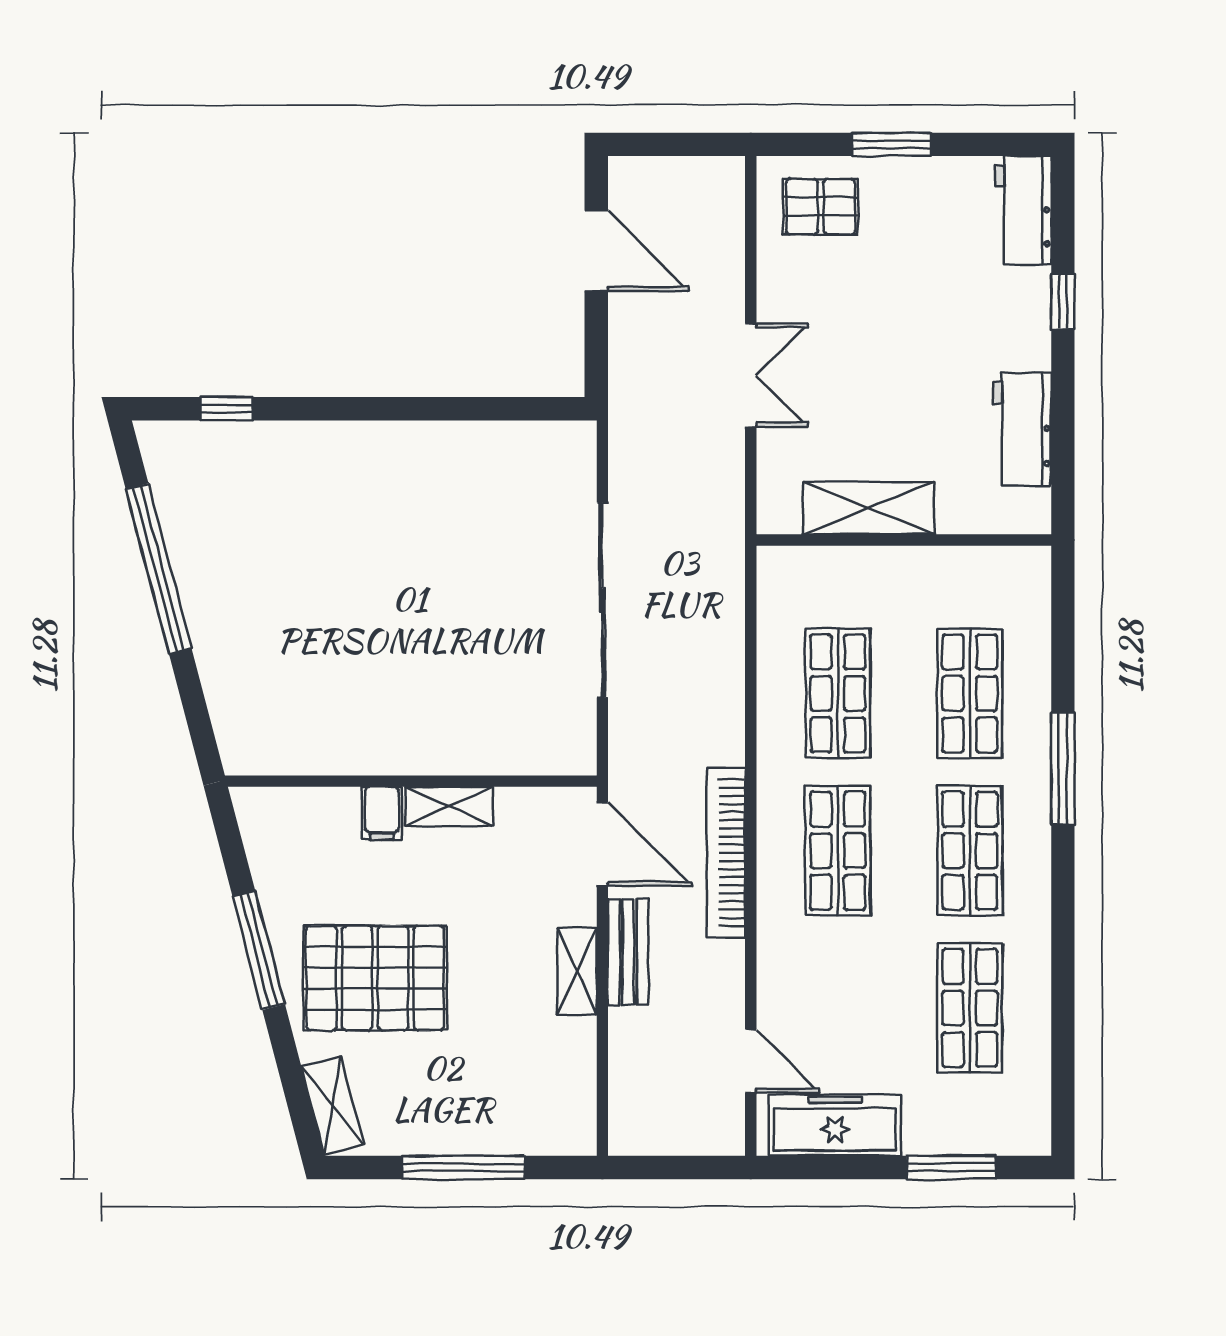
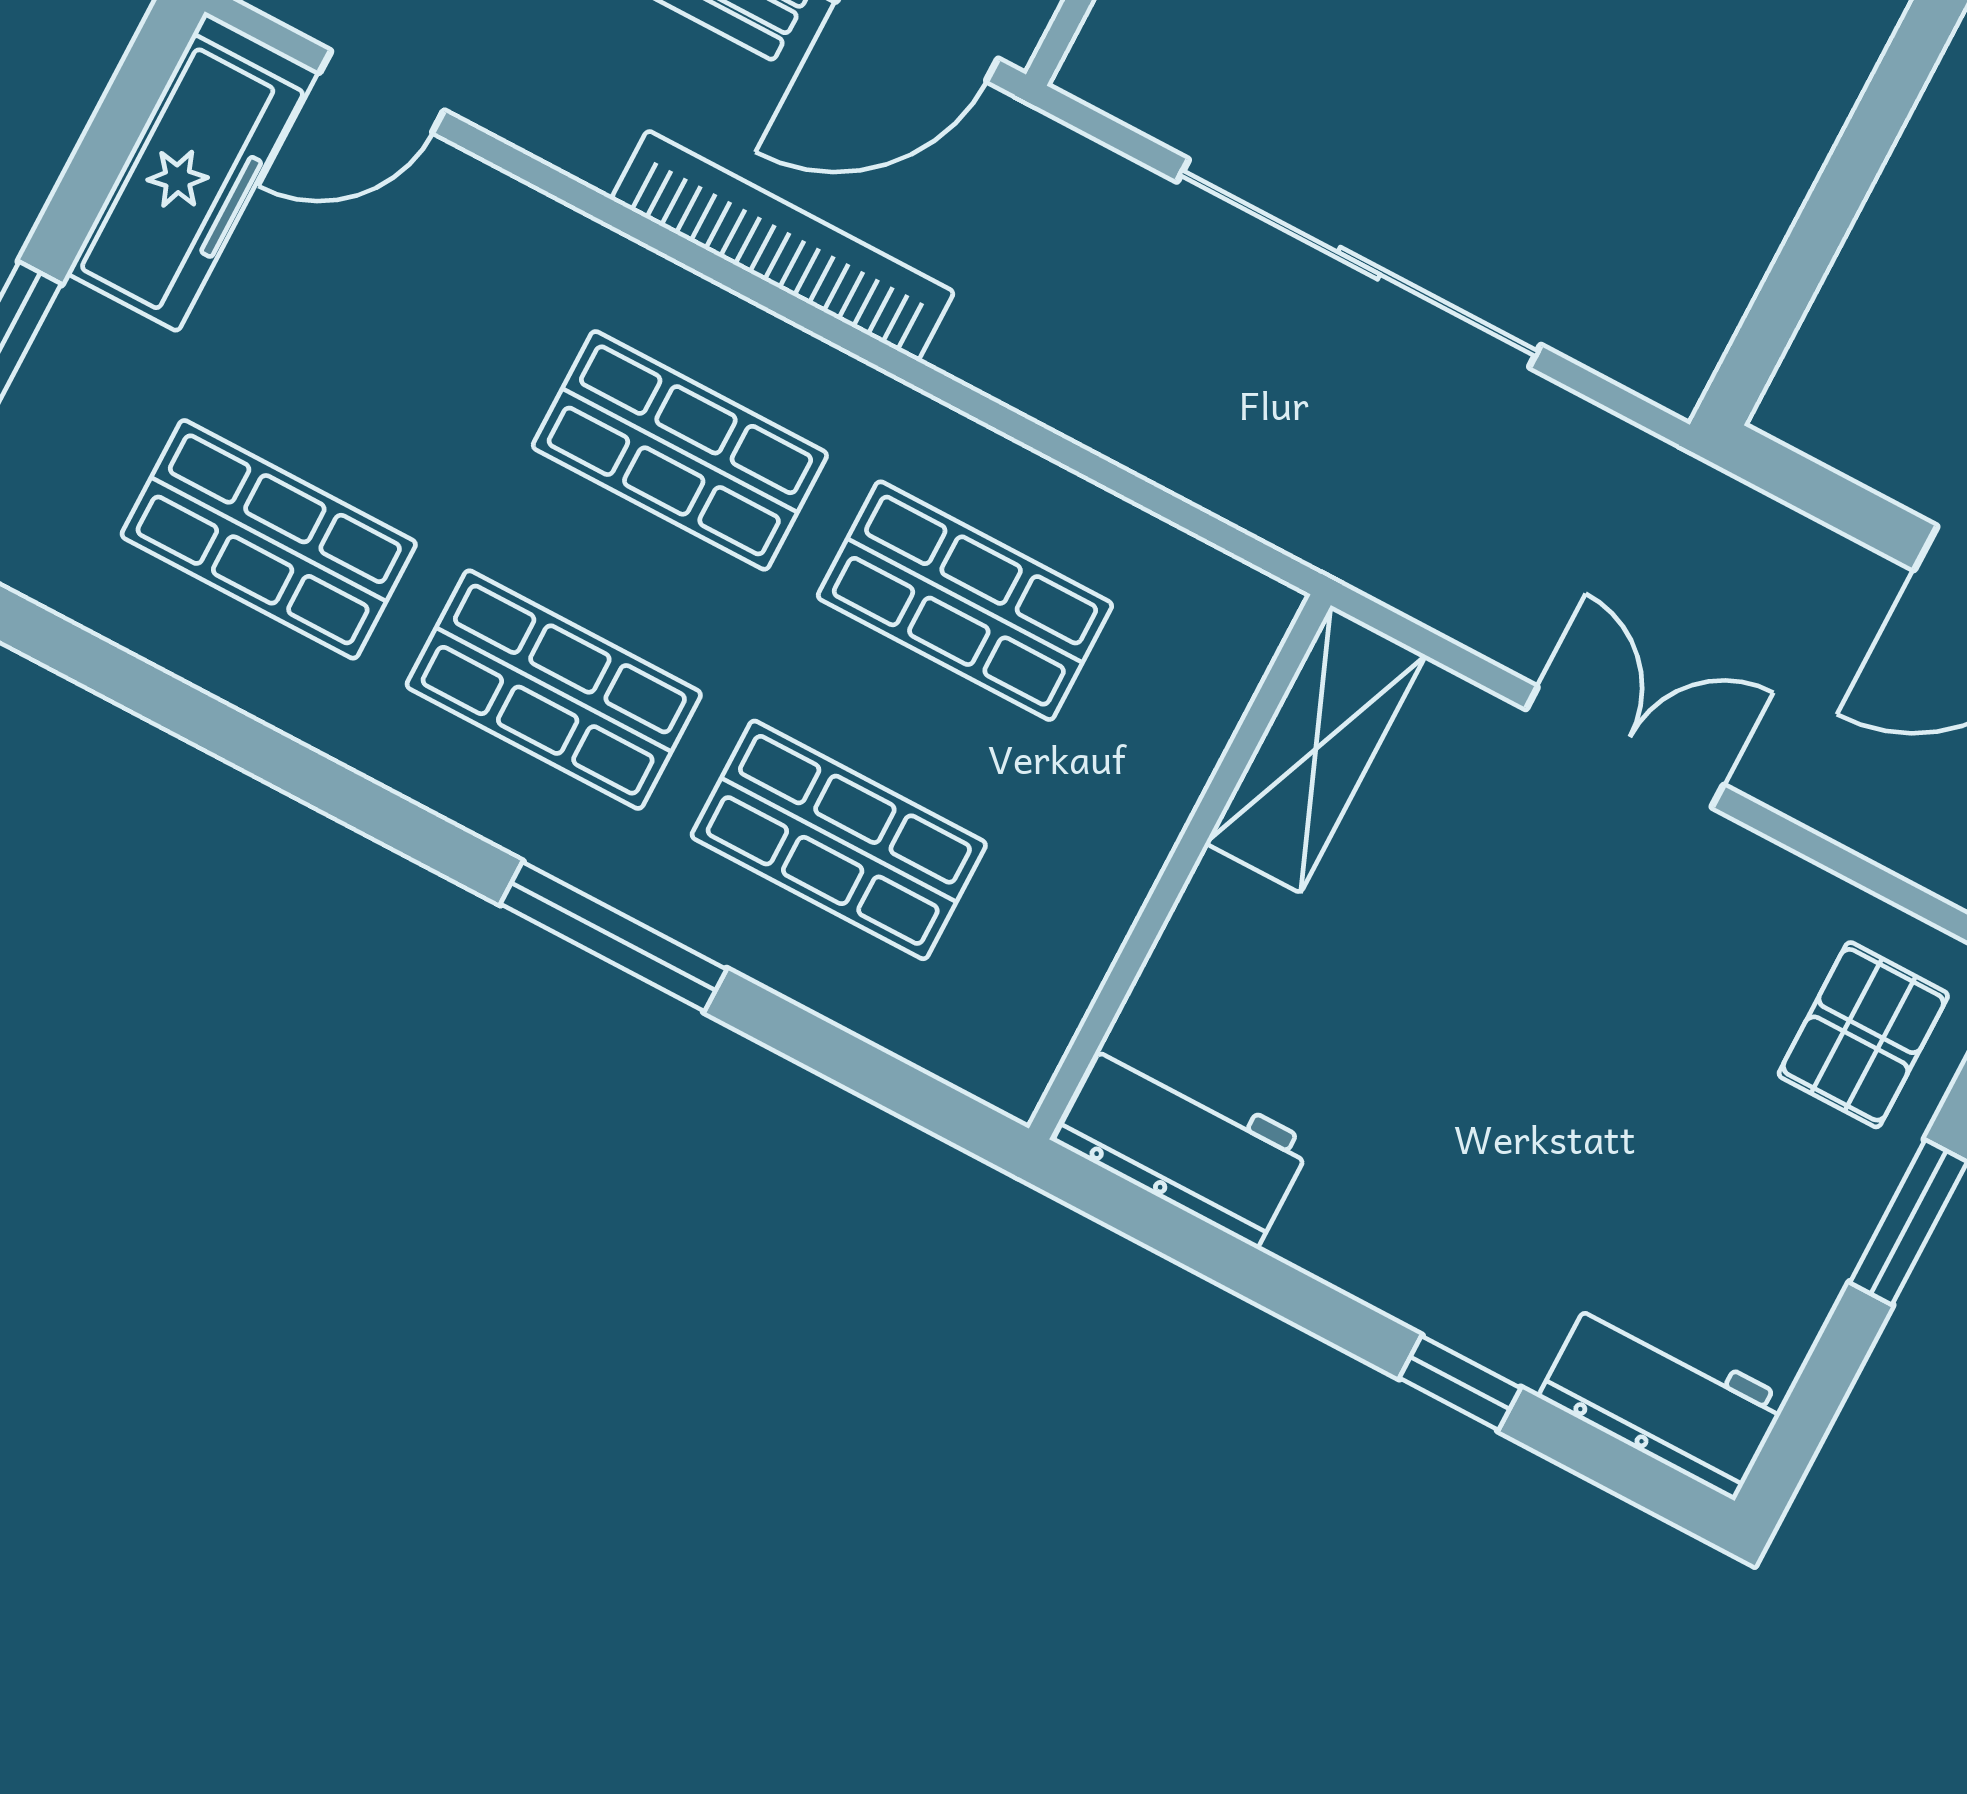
double door: (751, 375) -> (1625, 747), swing flipped
workbench: (1022, 429) -> (1183, 1142), moved
shelving: (869, 508) -> (1316, 749), moved

